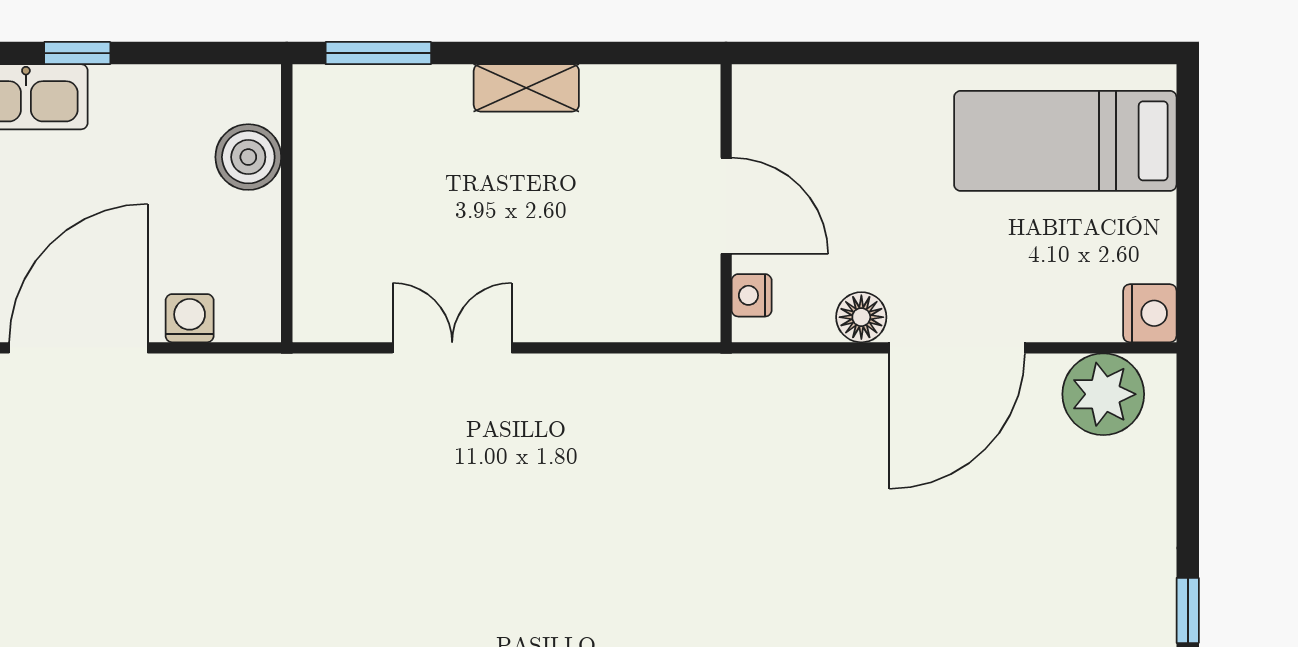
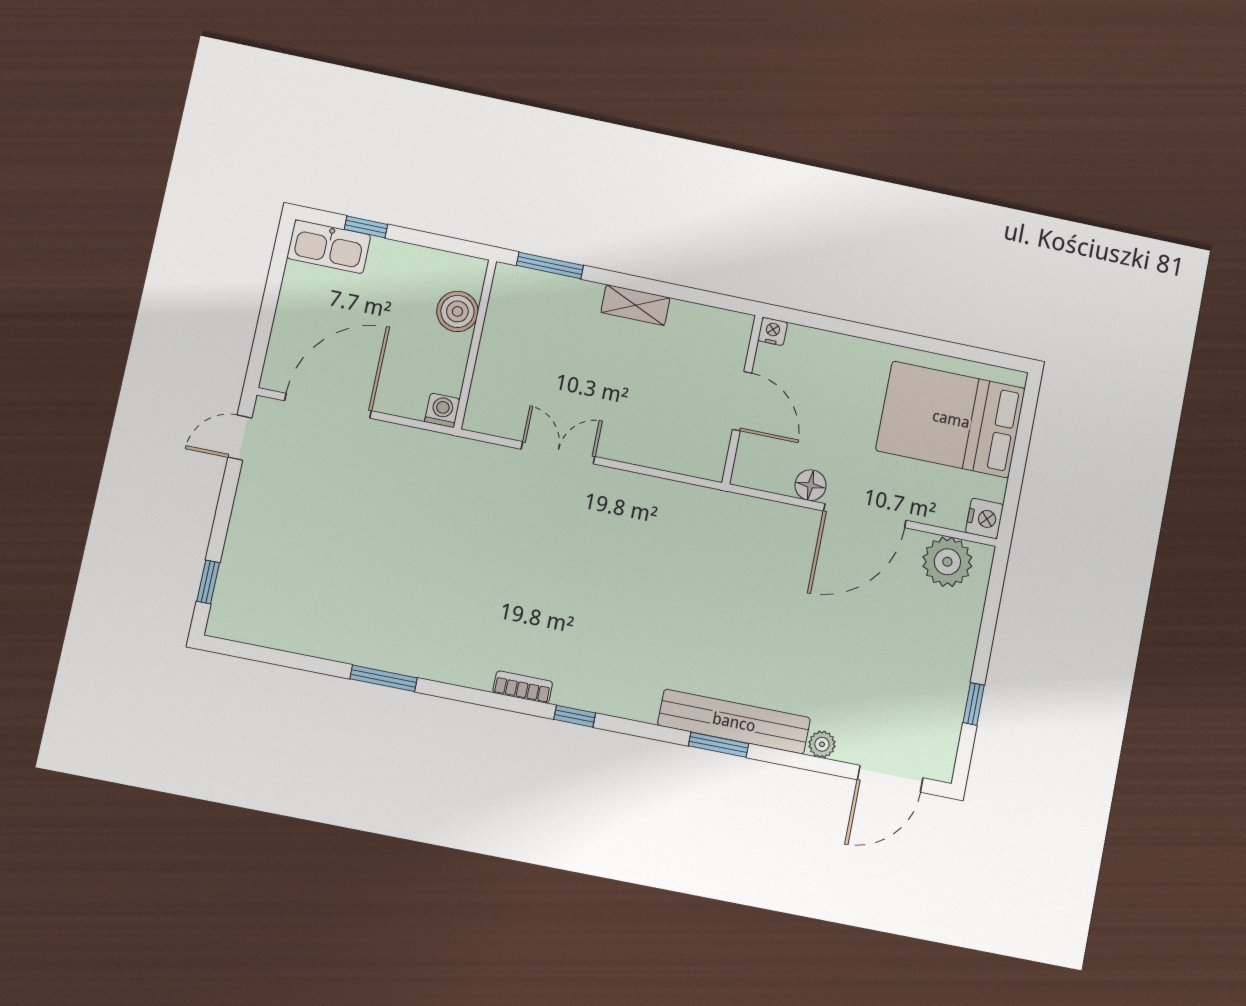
bed: (1065, 141) -> (951, 419), width x1.50
nightstand: (752, 295) -> (773, 331), moved, turned 90
washing machine: (190, 318) -> (442, 410), moved

